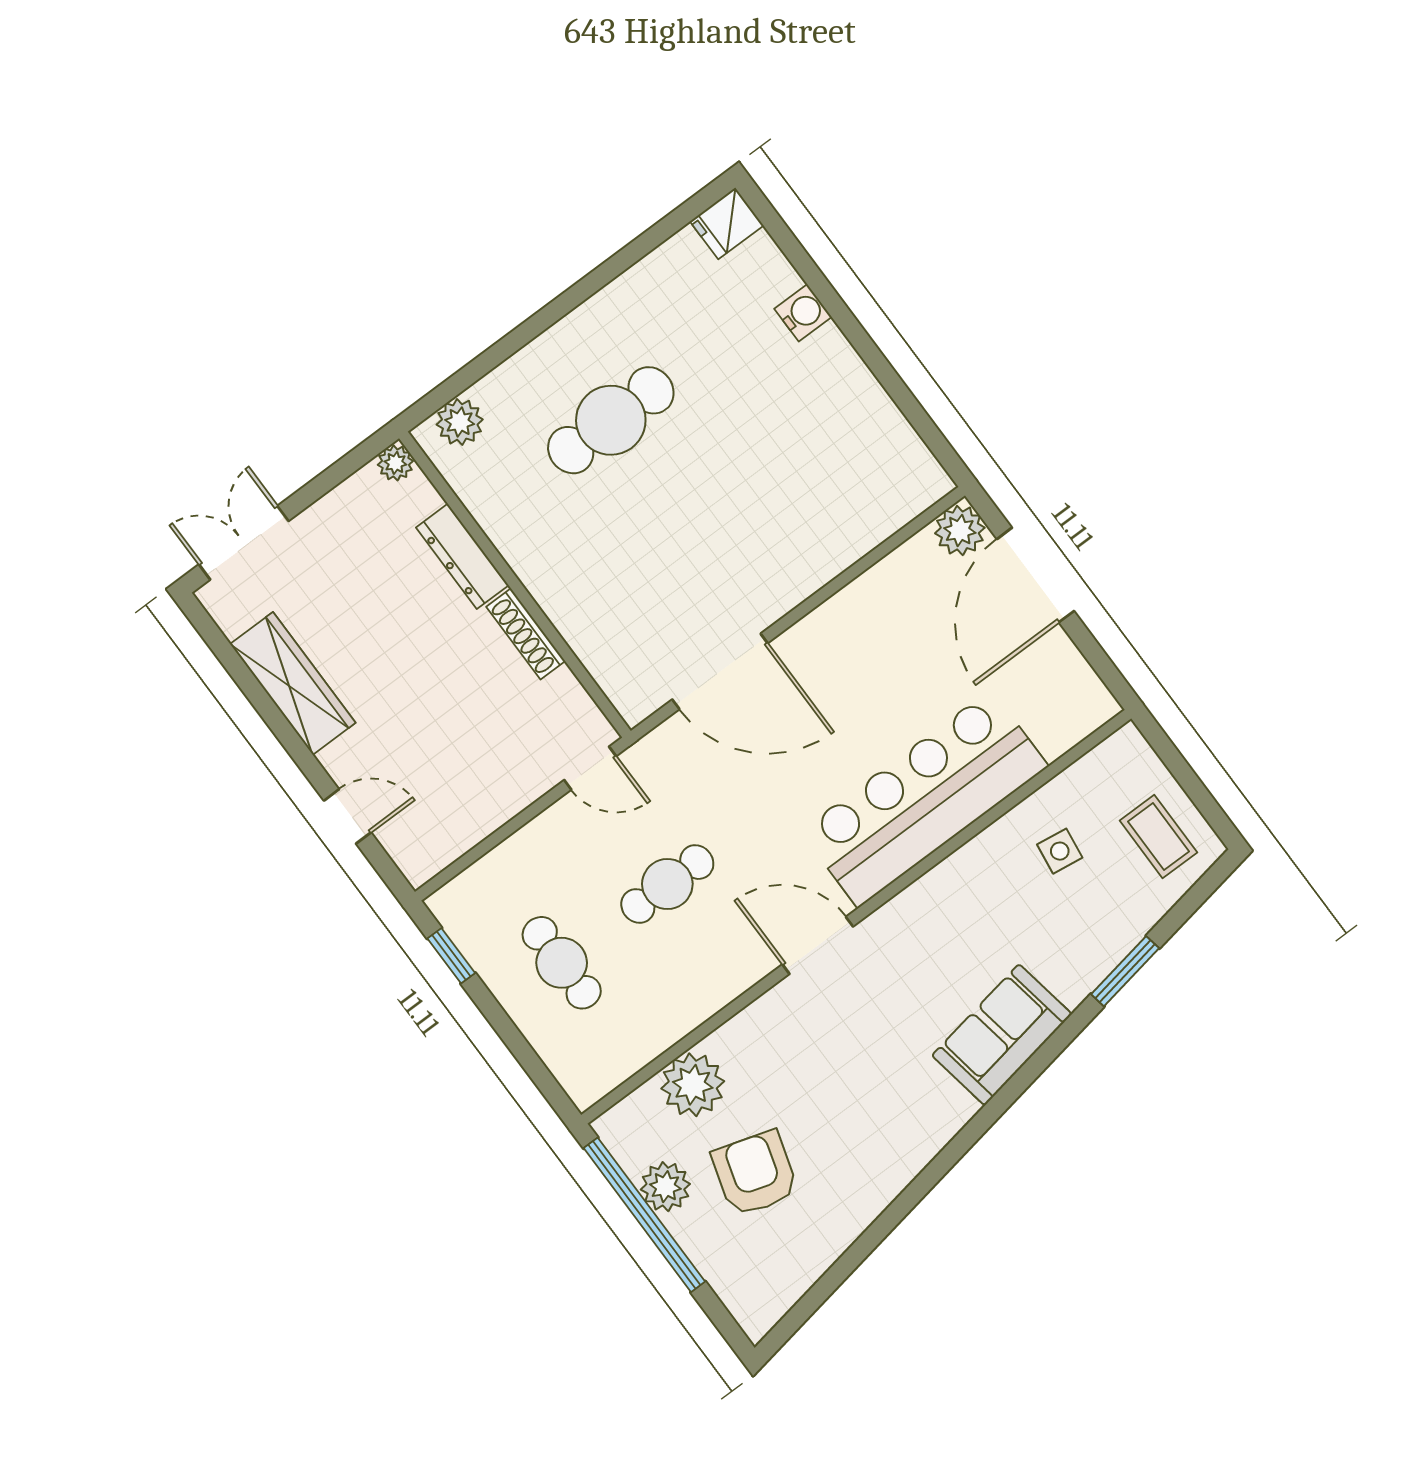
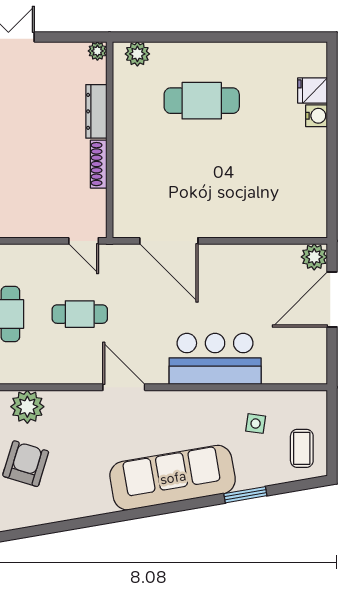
fridge: (727, 223) -> (313, 90), moved
bar counter: (924, 799) -> (215, 359), width x0.73
sofa: (1002, 1035) -> (173, 478), width x1.85, depth x1.27

